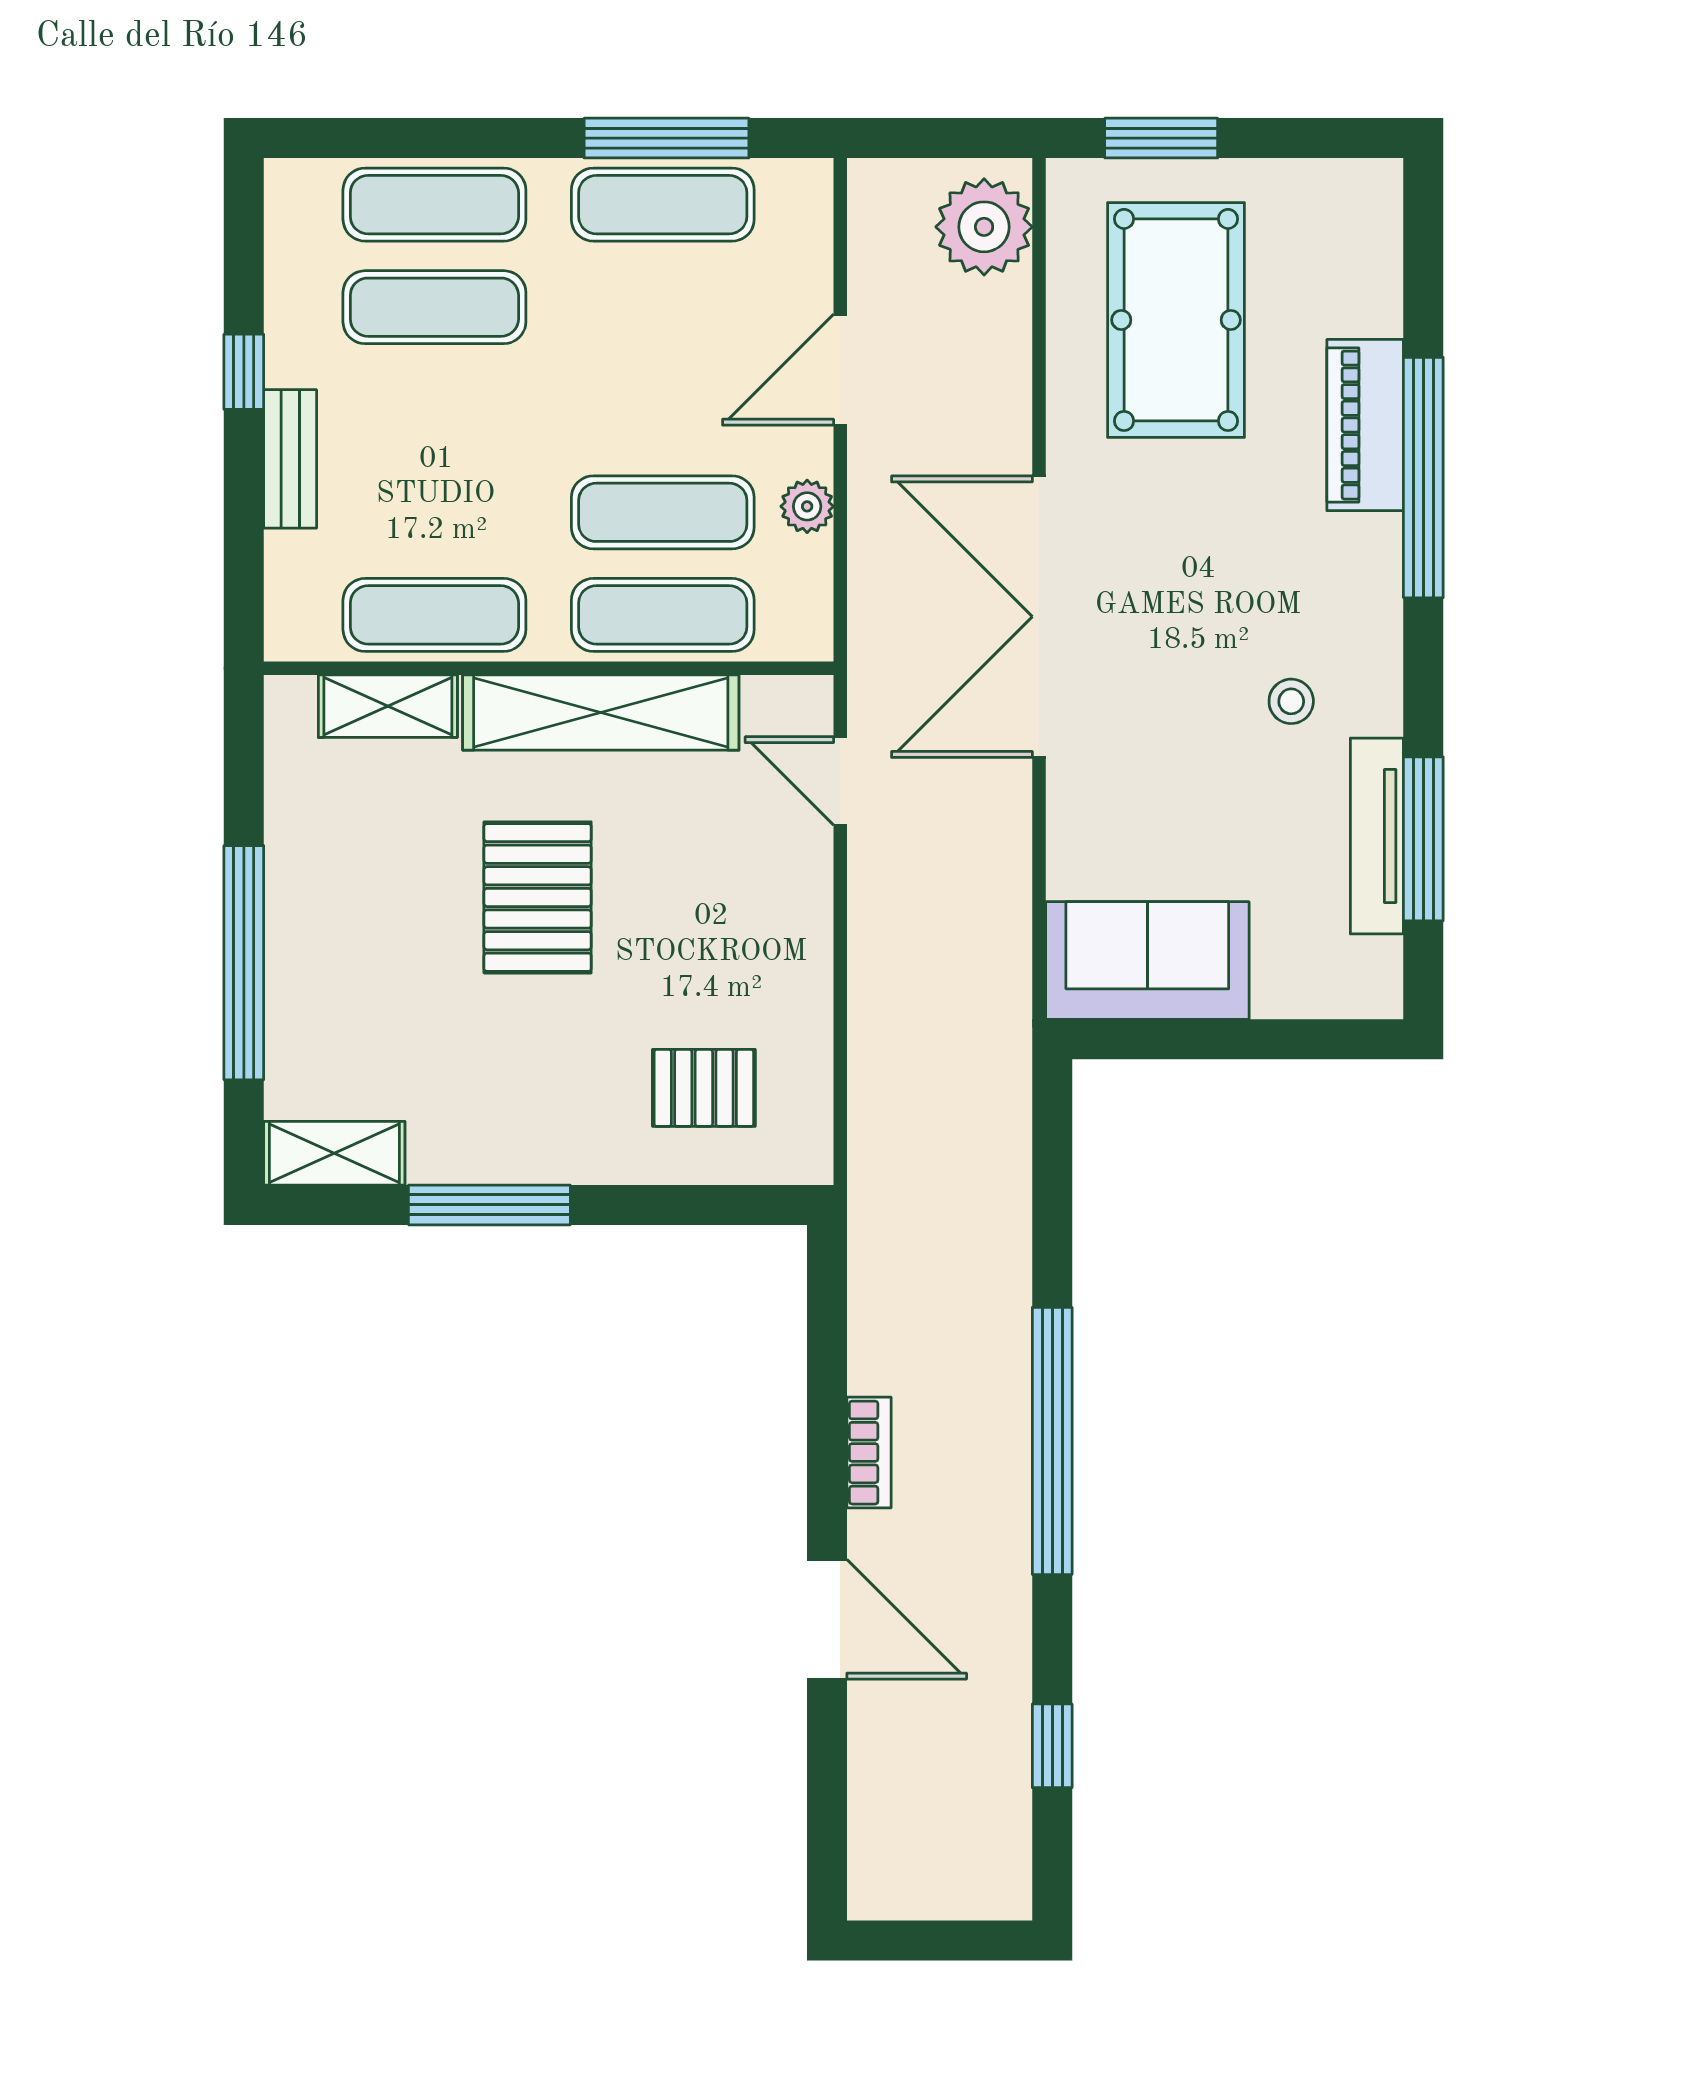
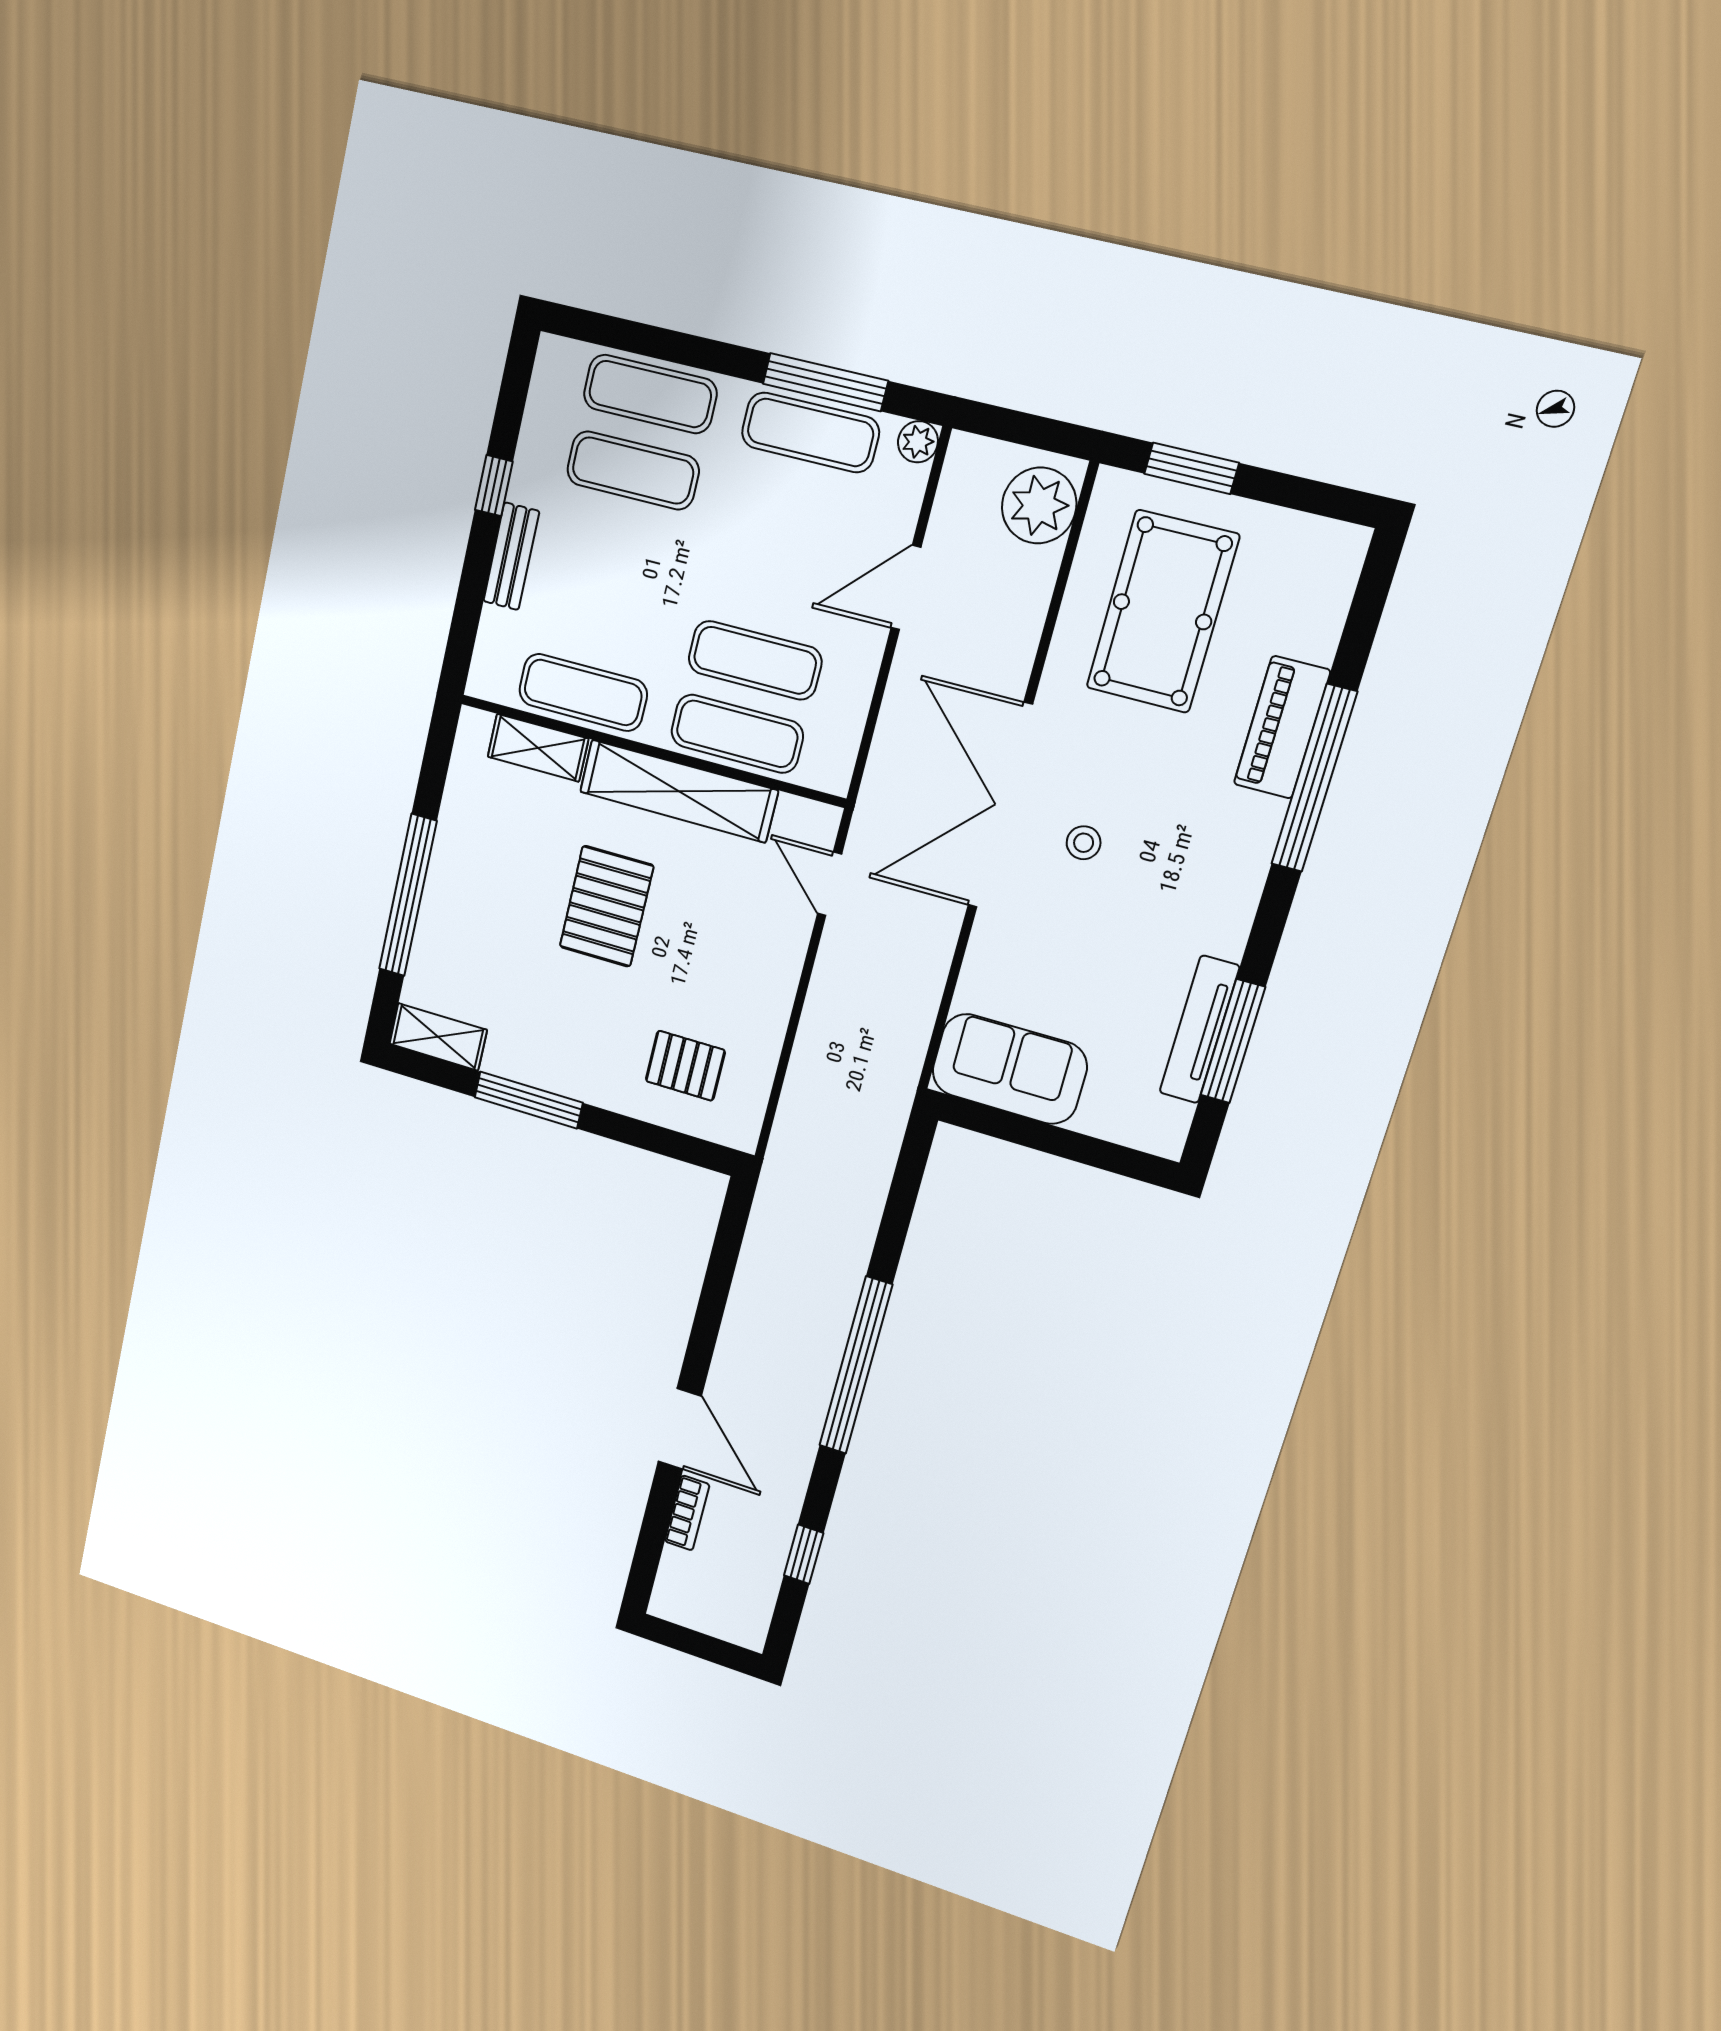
plant: (807, 506) -> (918, 442), moved
stool: (1291, 701) -> (1084, 843), moved
bookcase: (869, 1453) -> (687, 1513), moved

